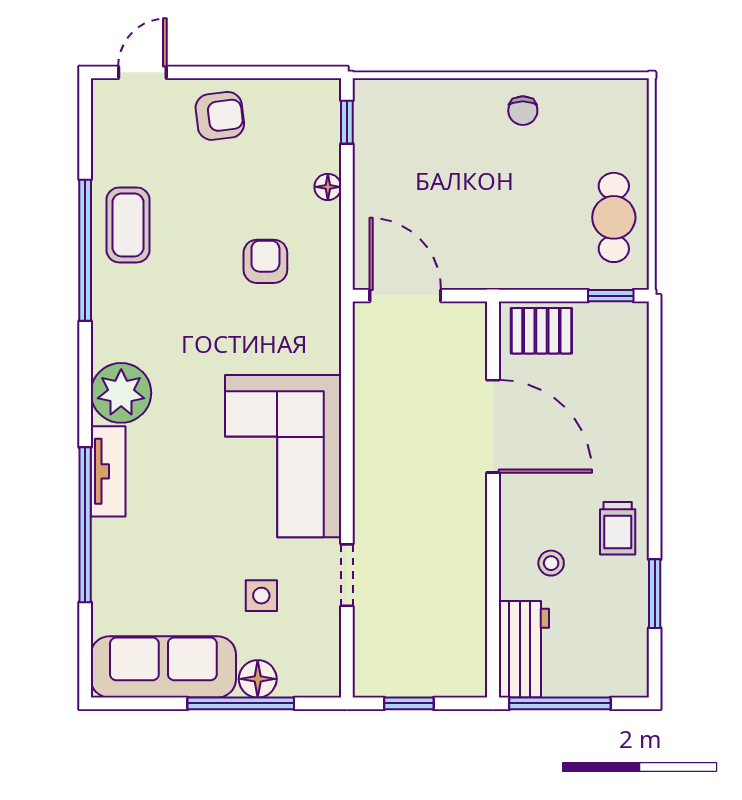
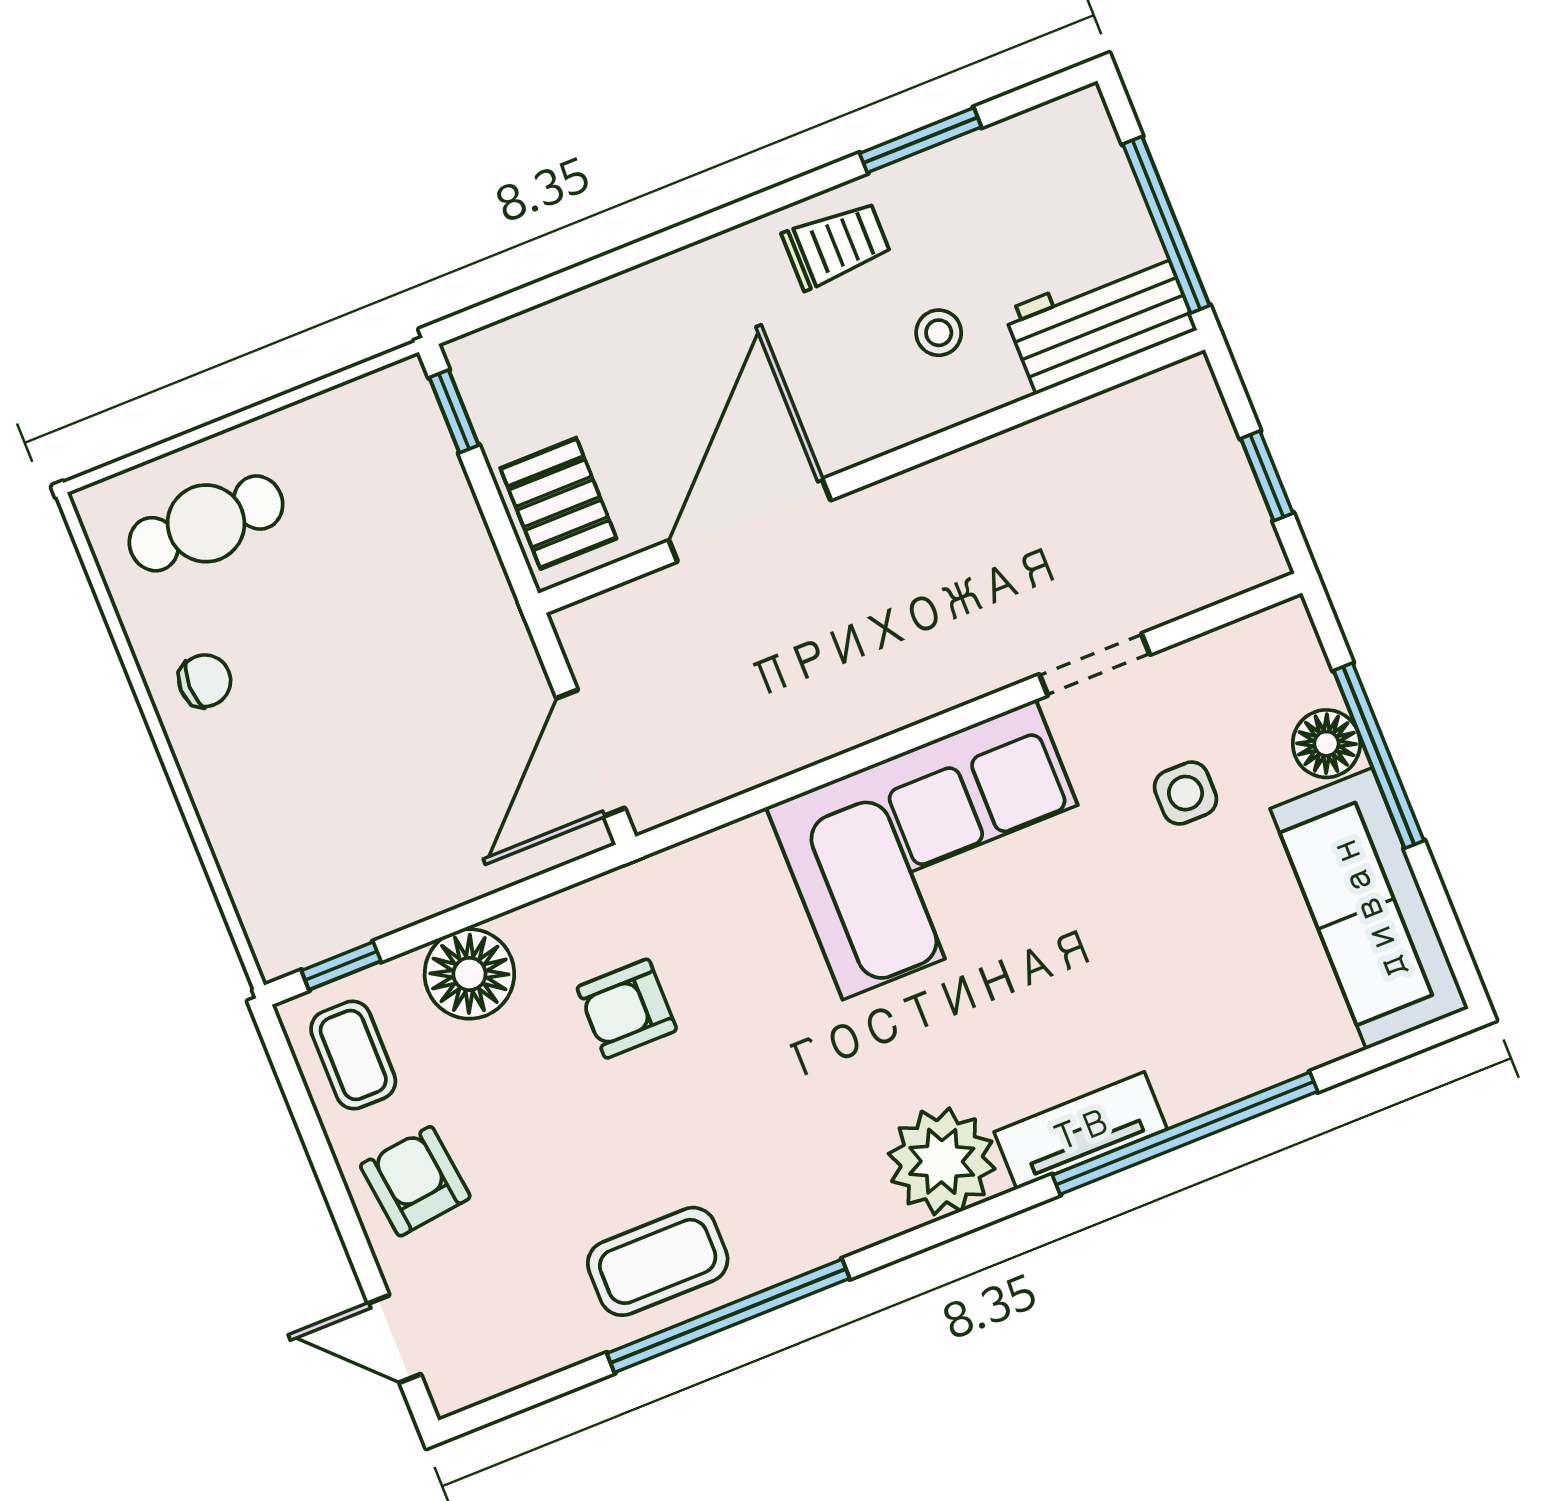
coffee table: (298, 110) -> (353, 1055), added
floor lamp: (328, 187) -> (469, 974), width x1.89, depth x1.89
cafe table: (614, 217) -> (206, 523), moved

